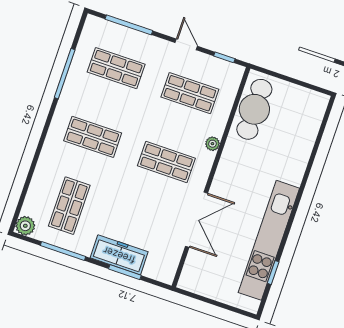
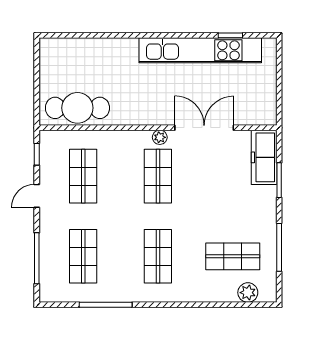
plant: (212, 144) -> (160, 137), moved
plant: (25, 226) -> (248, 293), moved
freezer: (119, 255) -> (264, 157), moved

